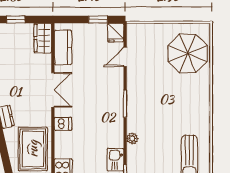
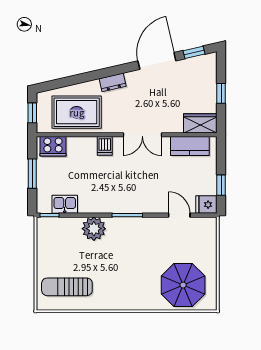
plant: (132, 139) -> (94, 229), width x1.88, depth x1.88

